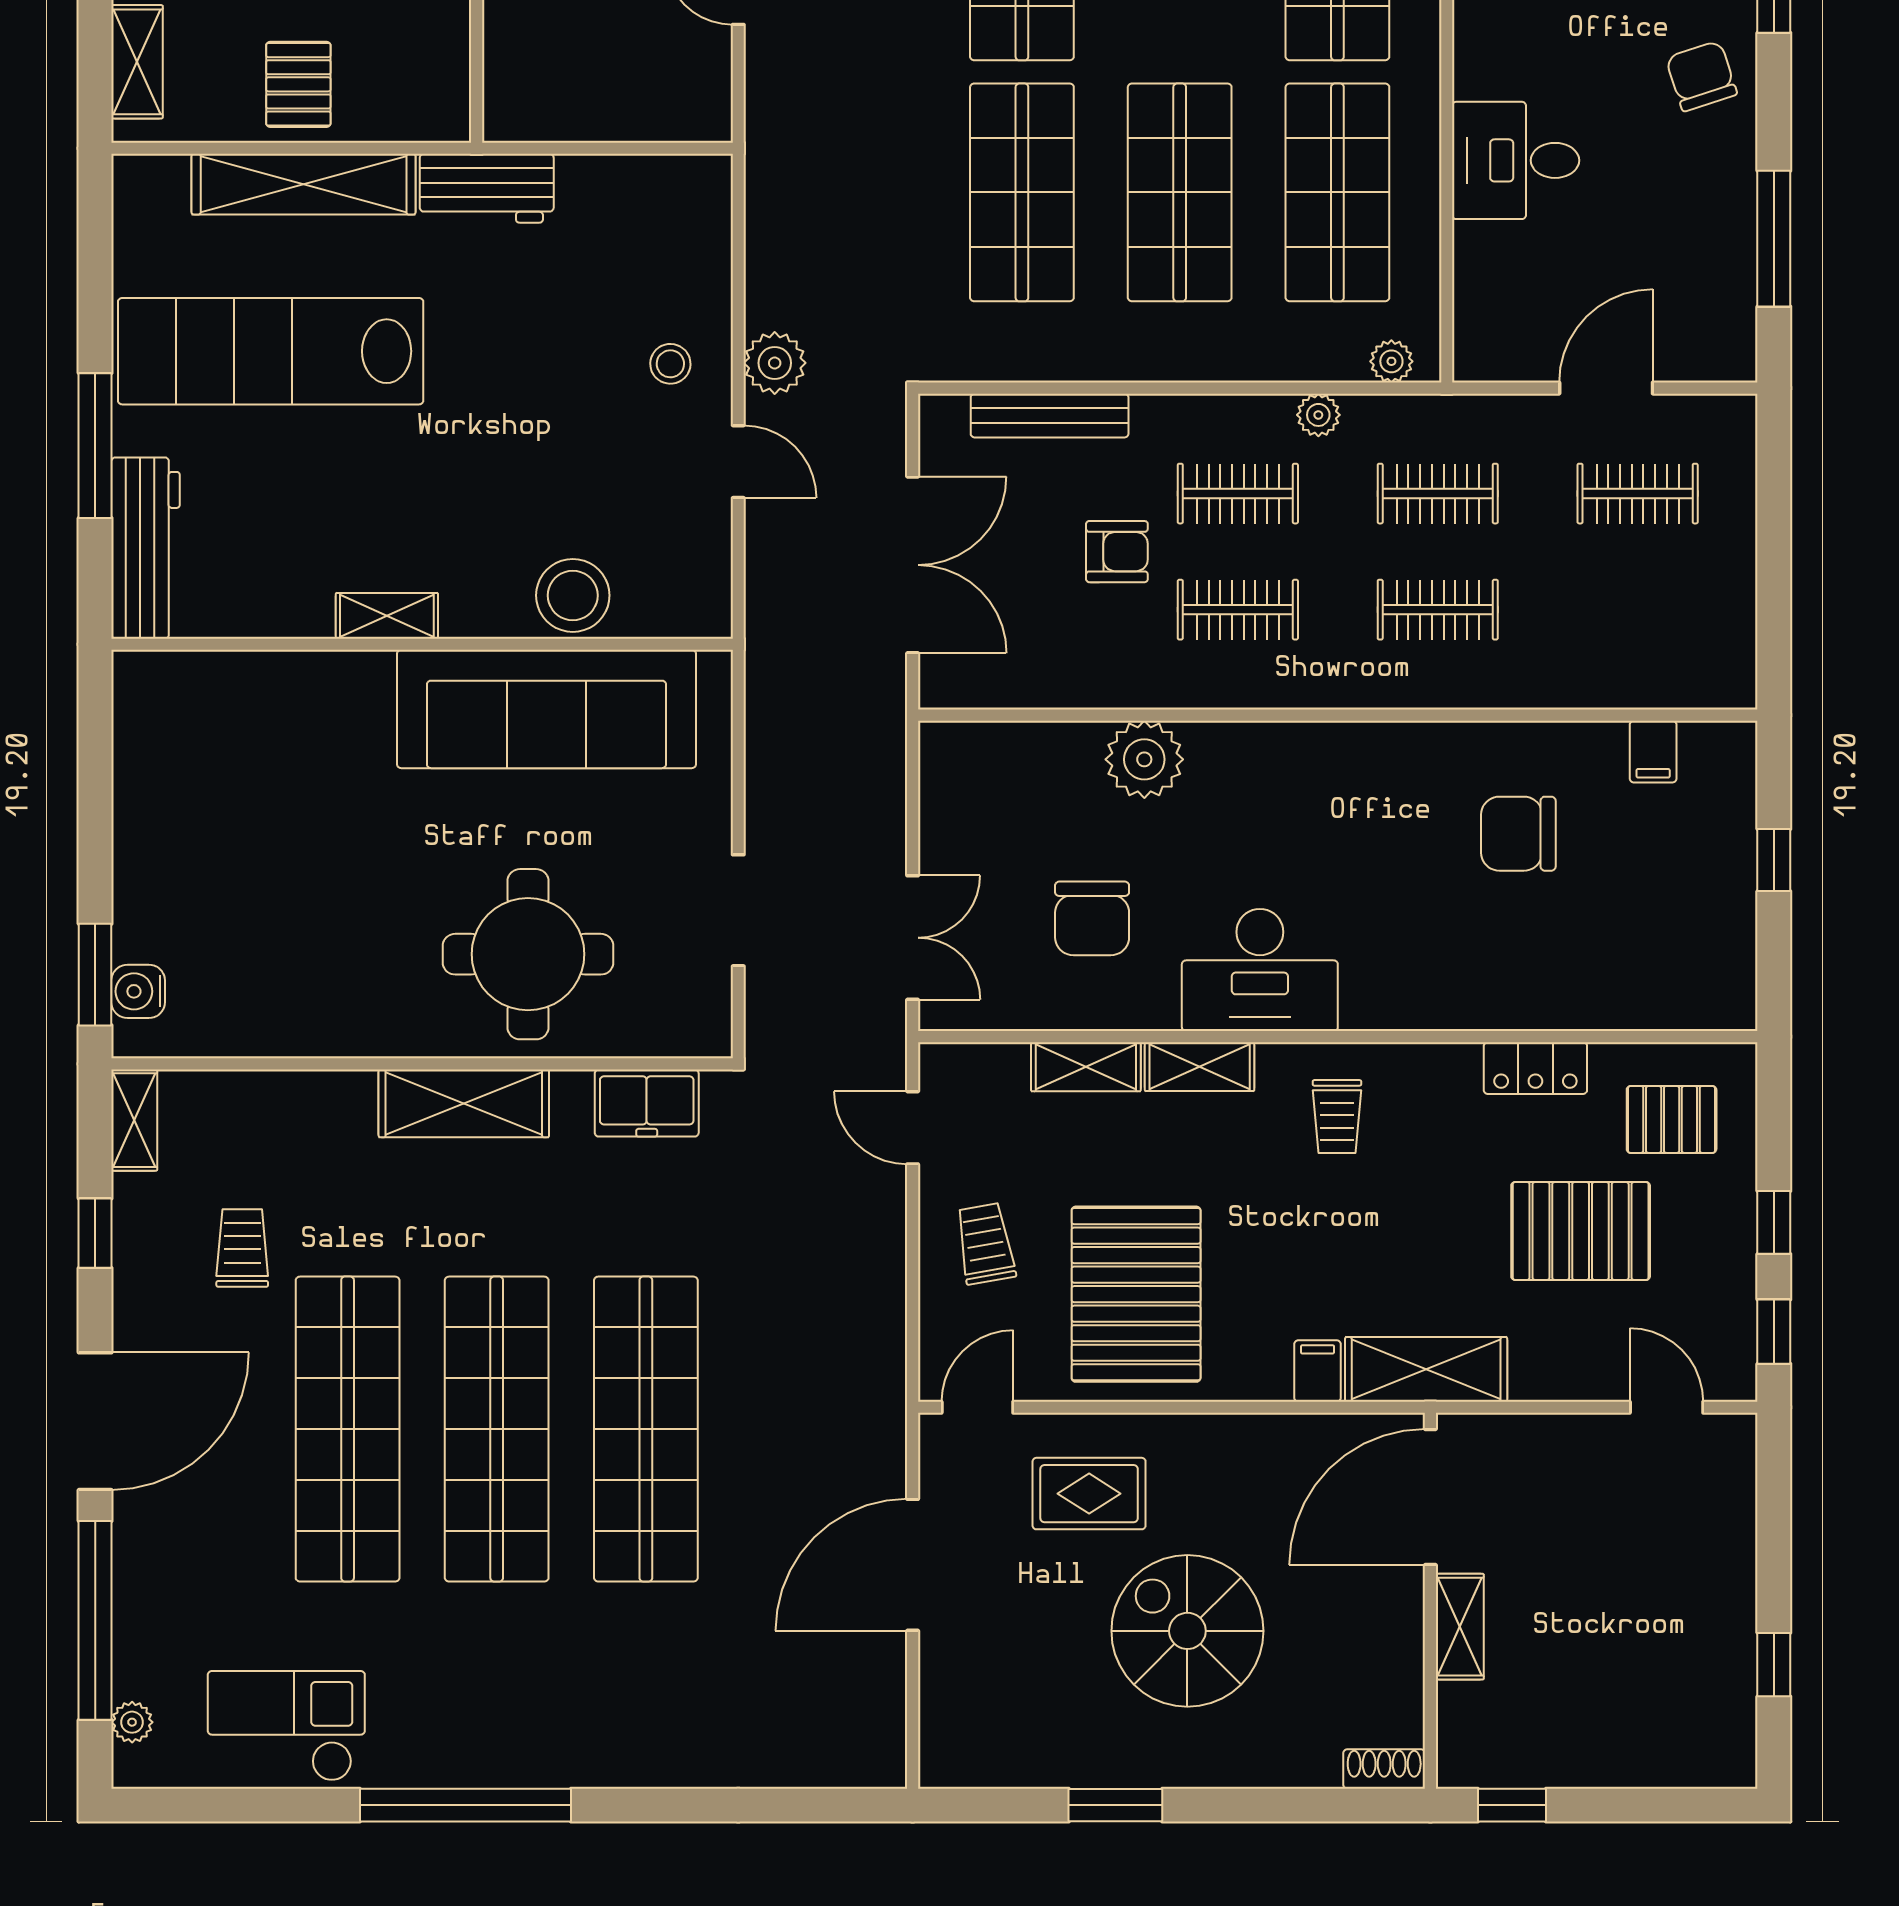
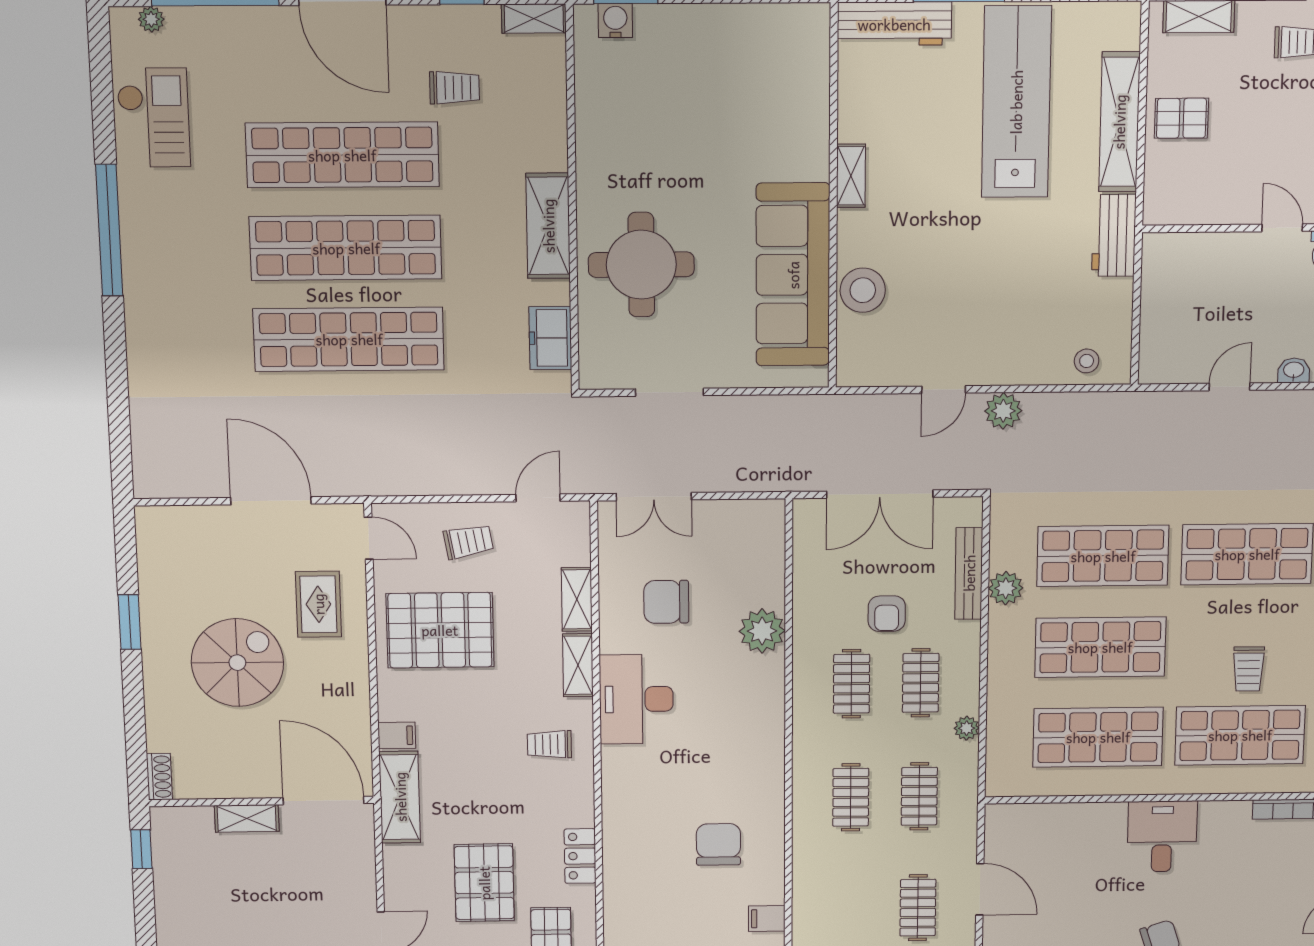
desk: (1516, 160) -> (1162, 836), moved
plant: (1391, 361) -> (1006, 588), moved, width x1.38, depth x1.38
stool: (670, 364) -> (1087, 361), moved

